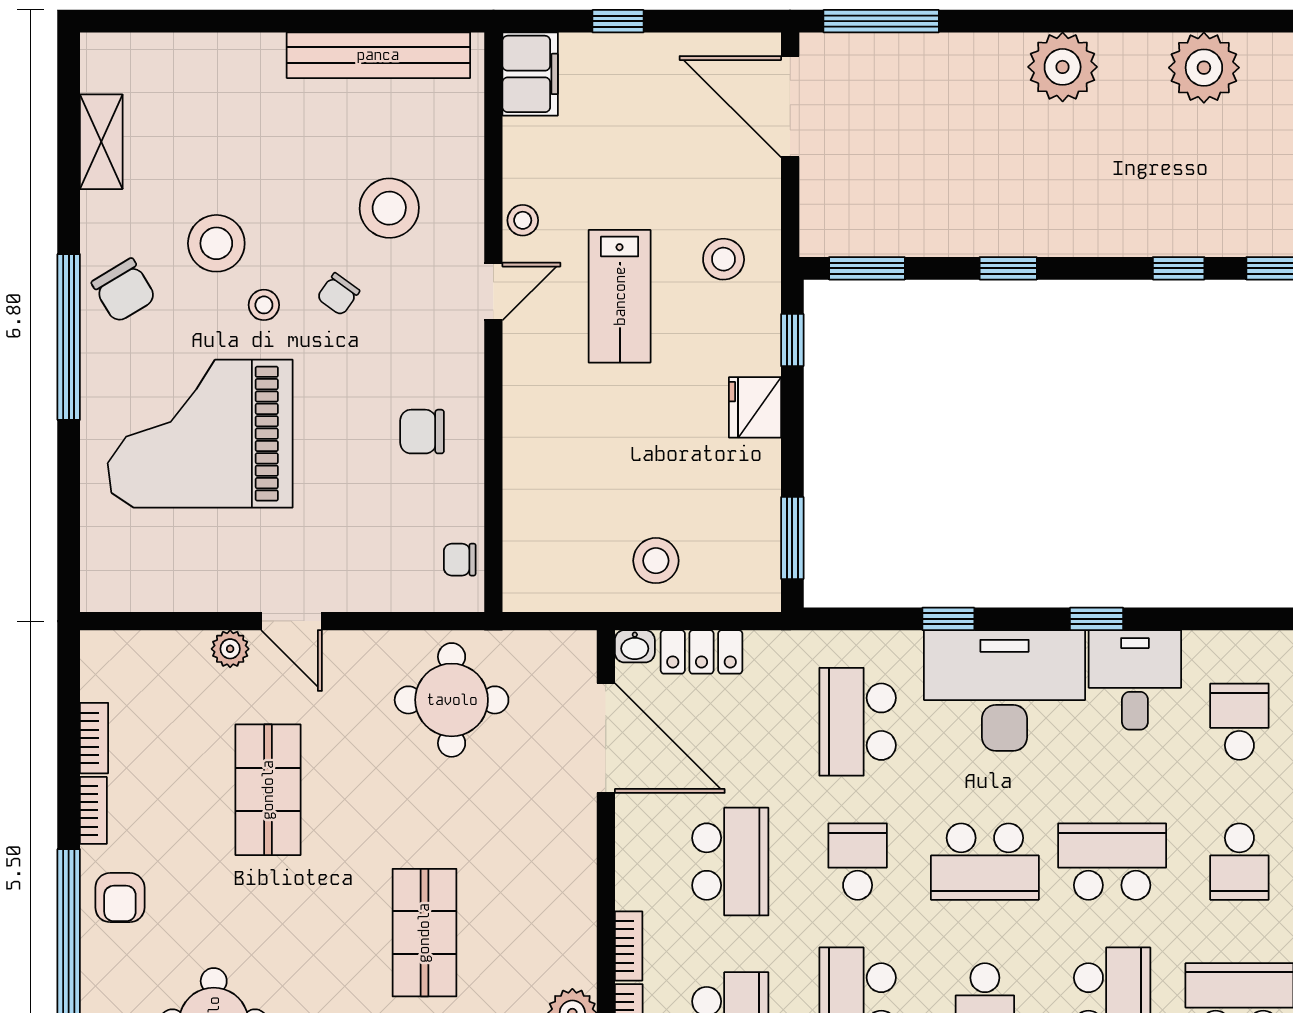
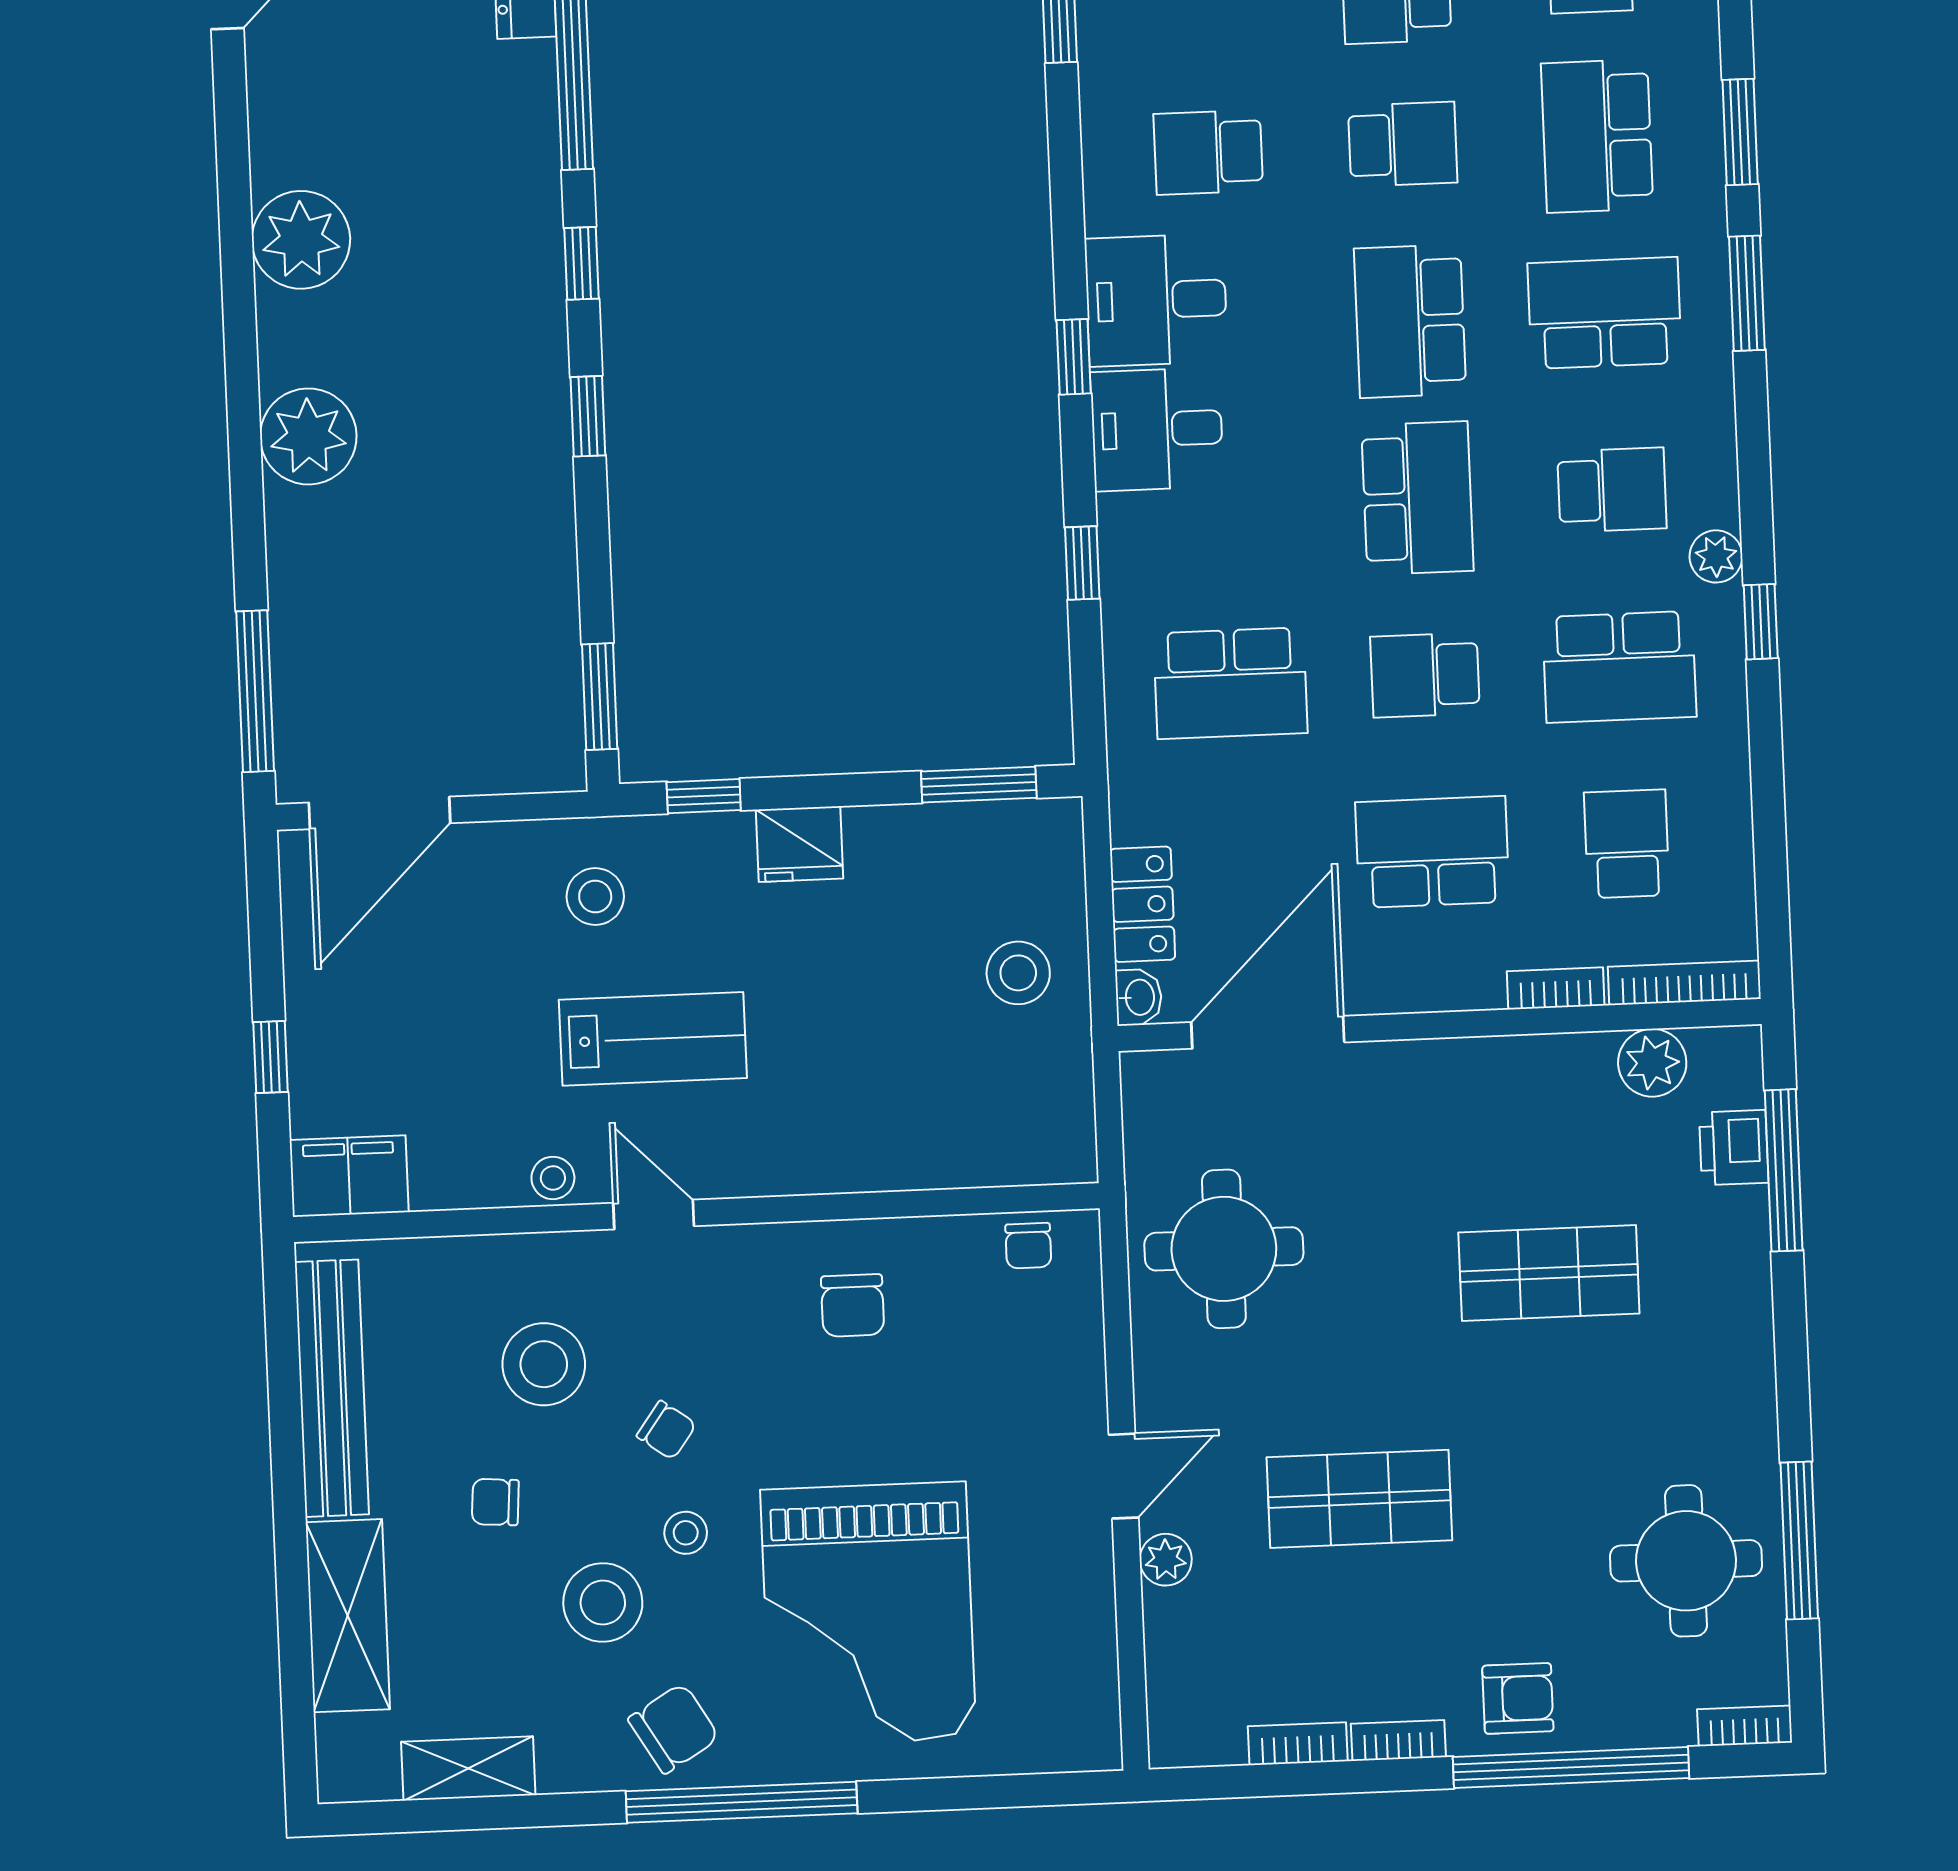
shelving: (215, 60) -> (348, 1616), added
chair: (292, 169) -> (495, 1502), added
window: (1008, 268) -> (588, 416), moved
desk: (1005, 690) -> (1157, 429), width x0.53, depth x0.77

